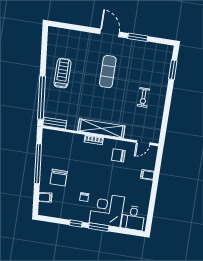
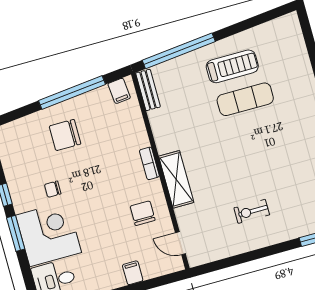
exercise mat: (108, 72) -> (245, 99), moved
shelving: (101, 128) -> (176, 179), width x0.68
filing cabinet: (45, 197) -> (119, 91), moved

